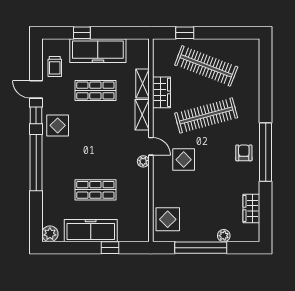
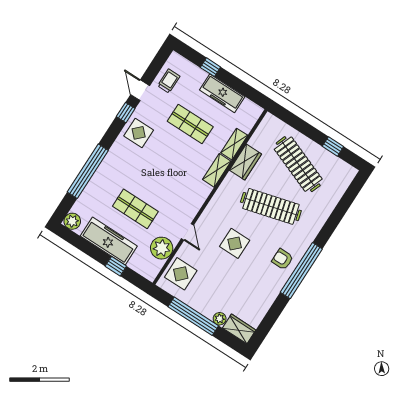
window: (185, 33) -> (333, 146), moved
freezer: (98, 51) -> (222, 93), width x0.73, depth x0.79
trolley: (55, 66) -> (169, 81), turned 180
door: (151, 146) -> (187, 232), moved
armchair: (244, 153) -> (282, 259), turned -90
display table: (184, 160) -> (235, 243), moved
plant: (143, 161) -> (162, 248), moved, width x1.88, depth x1.88
window: (36, 163) -> (88, 171), moved
wardrobe: (251, 208) -> (239, 329), moved, turned 90

